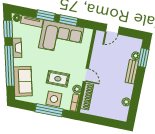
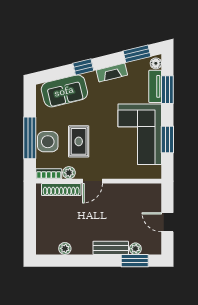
window: (46, 16) -> (167, 90), moved
door: (112, 29) -> (167, 222), moved
window: (10, 66) -> (83, 67), width x0.32

